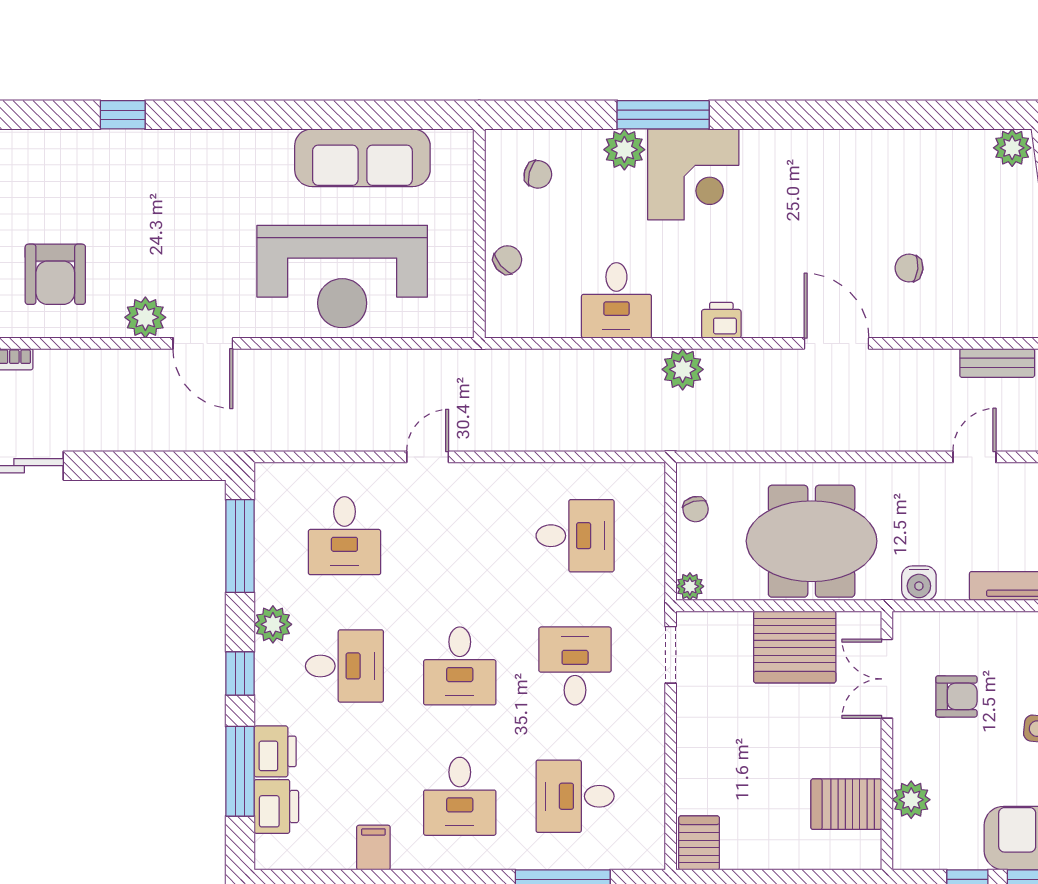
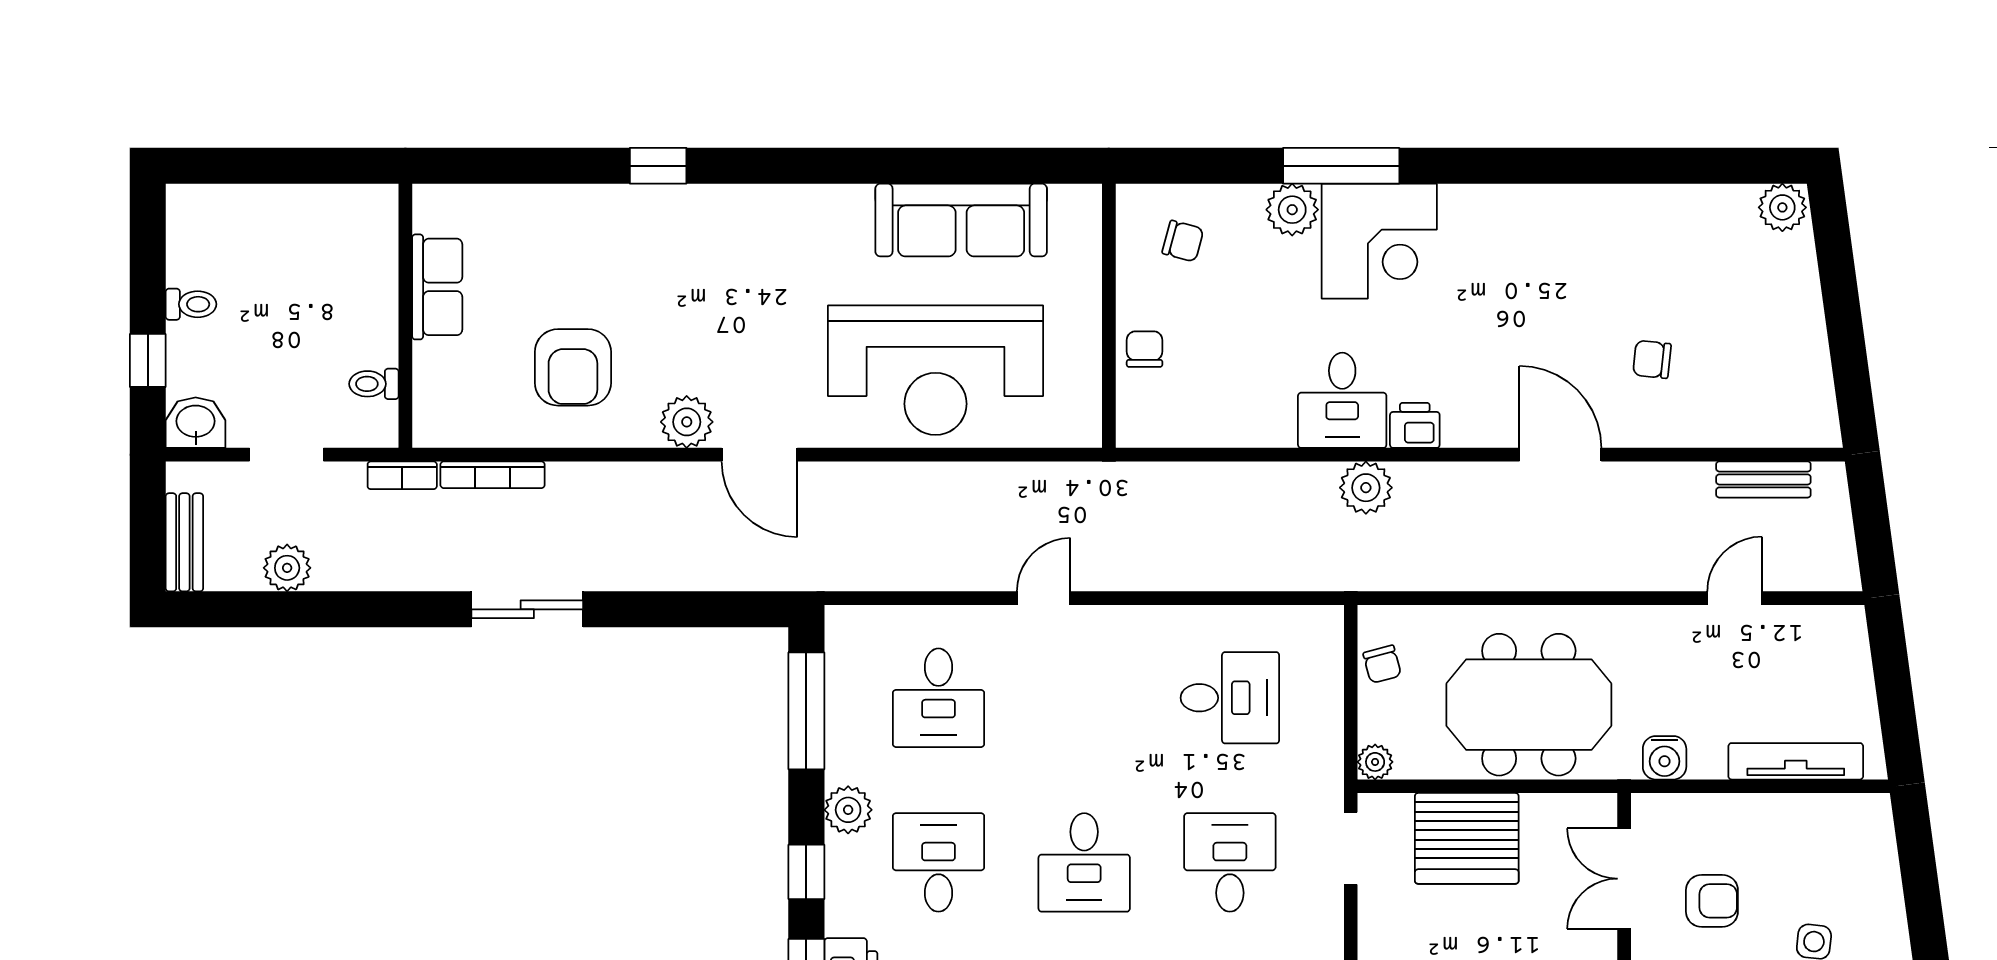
chair: (508, 260) -> (1145, 349), turned -49
desk: (616, 300) -> (1342, 400), moved
server rack: (795, 647) -> (1467, 838), moved
desk: (344, 666) -> (938, 862), turned -90

